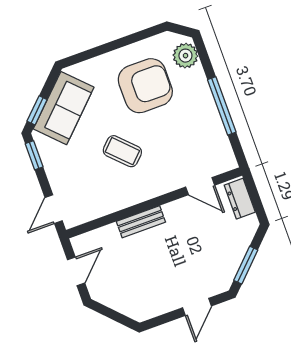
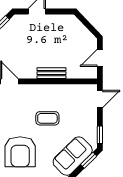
armchair: (145, 86) -> (20, 152), turned -90
coffee table: (122, 151) -> (47, 118), turned -45

